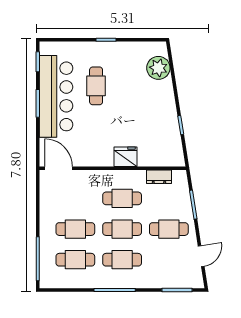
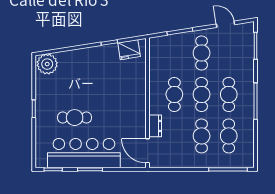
plant: (158, 68) -> (47, 64), moved
fridge: (126, 157) -> (129, 50), moved, turned -99
door: (59, 168) -> (148, 151), hinge flipped
dresser: (159, 177) -> (155, 126), moved

